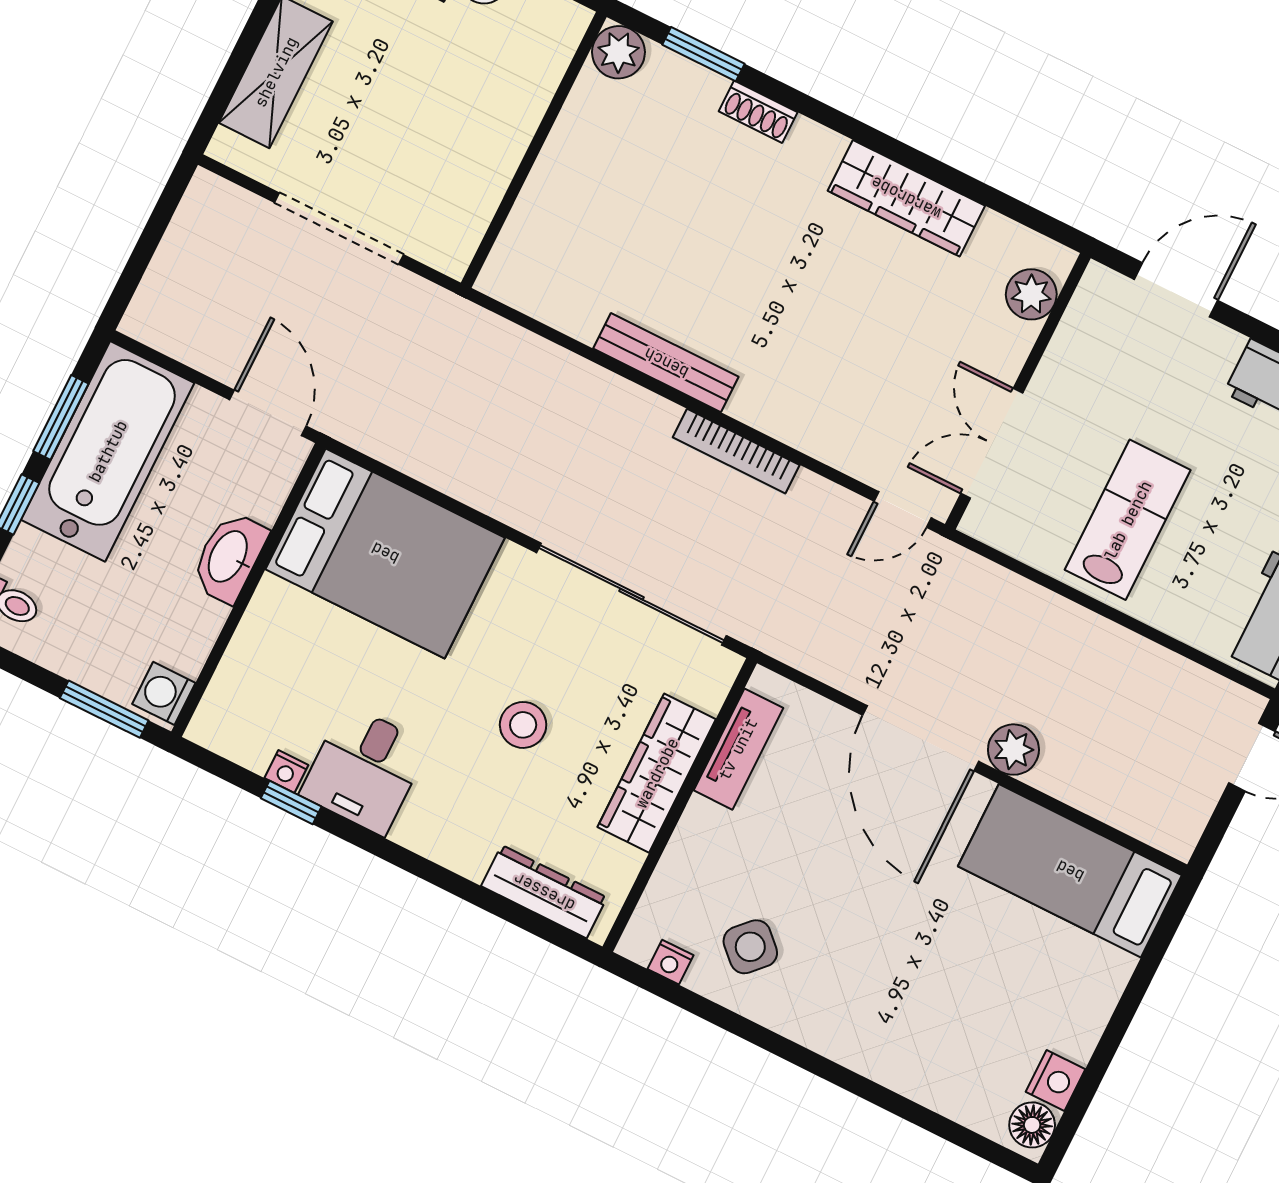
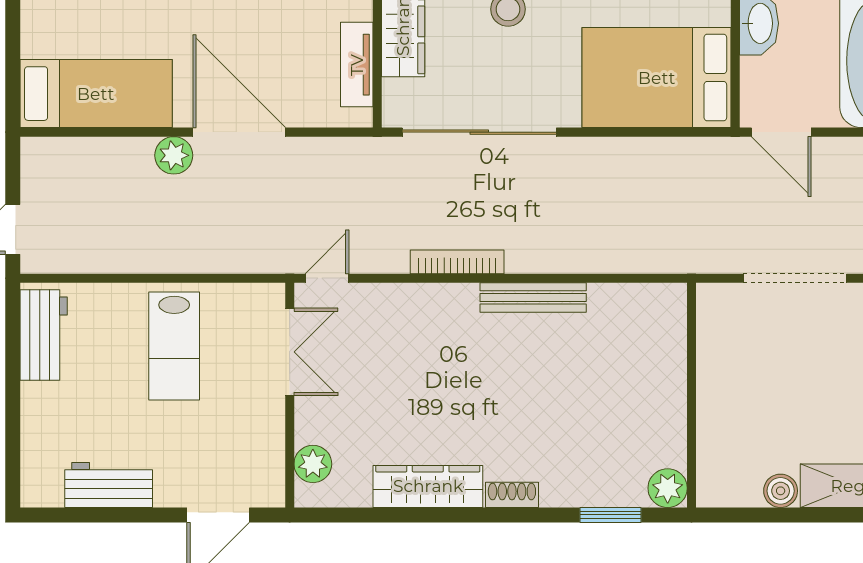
shoe rack: (758, 112) -> (512, 495), moved

